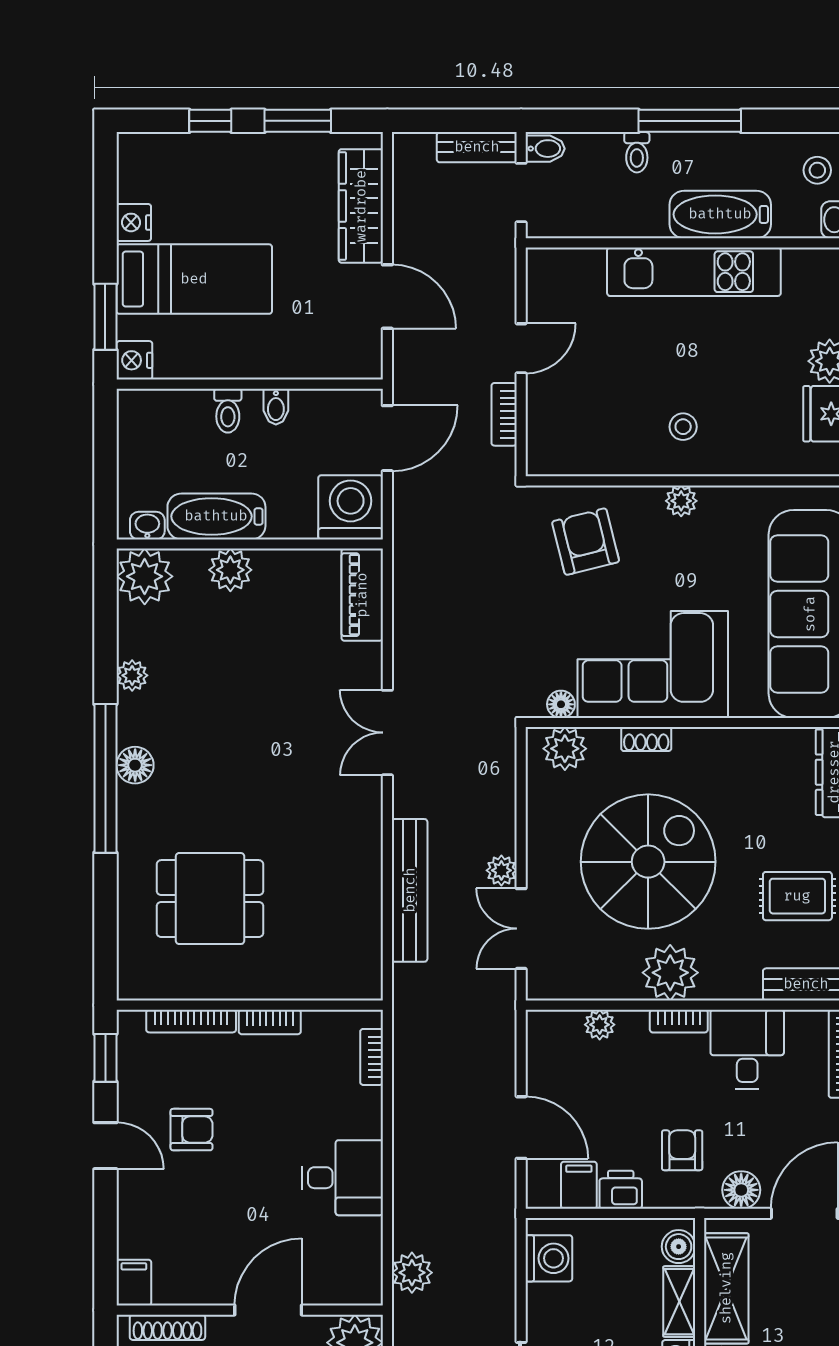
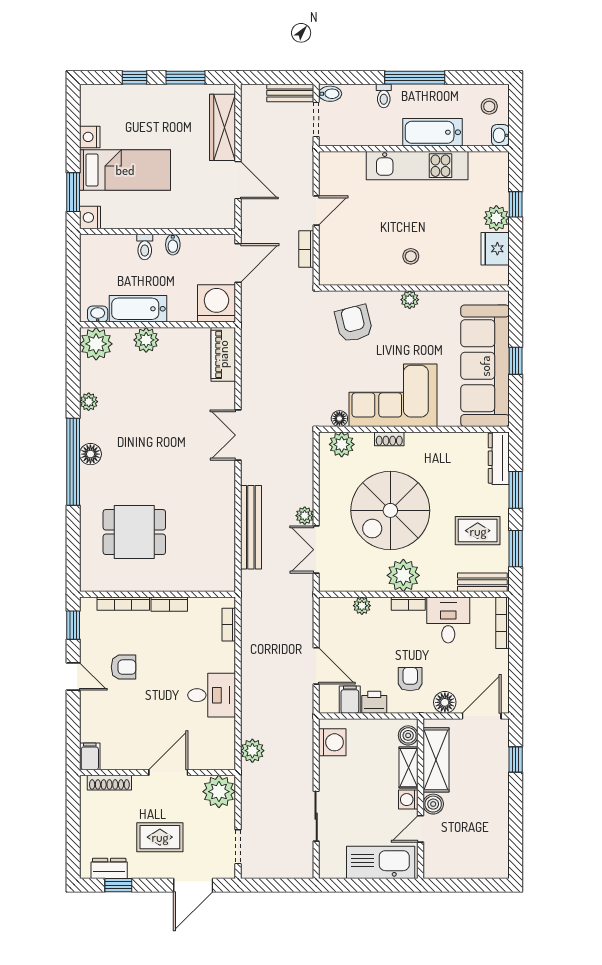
spiral stairs: (648, 862) -> (390, 510), turned 180

